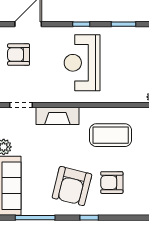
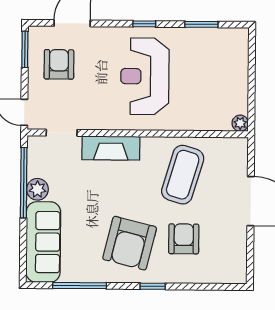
armchair: (19, 55) -> (59, 64), turned 90
coffee table: (111, 135) -> (183, 175), turned -73
armchair: (112, 183) -> (184, 239), turned 90

